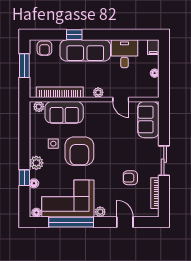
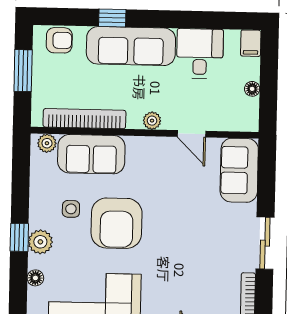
armchair: (44, 48) -> (59, 40), turned -90
window: (24, 178) -> (19, 237), moved
armchair: (130, 178) -> (205, 272), removed

